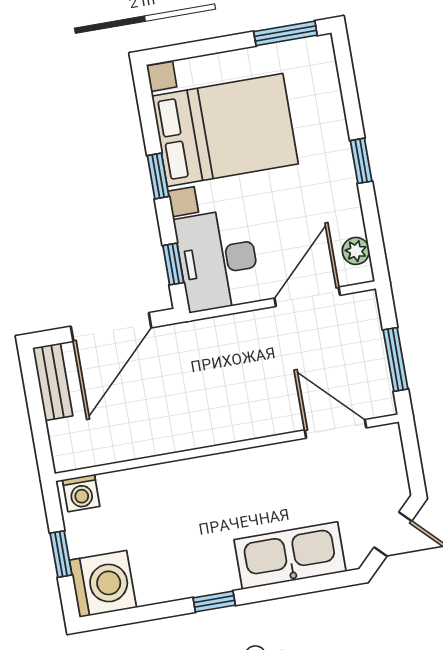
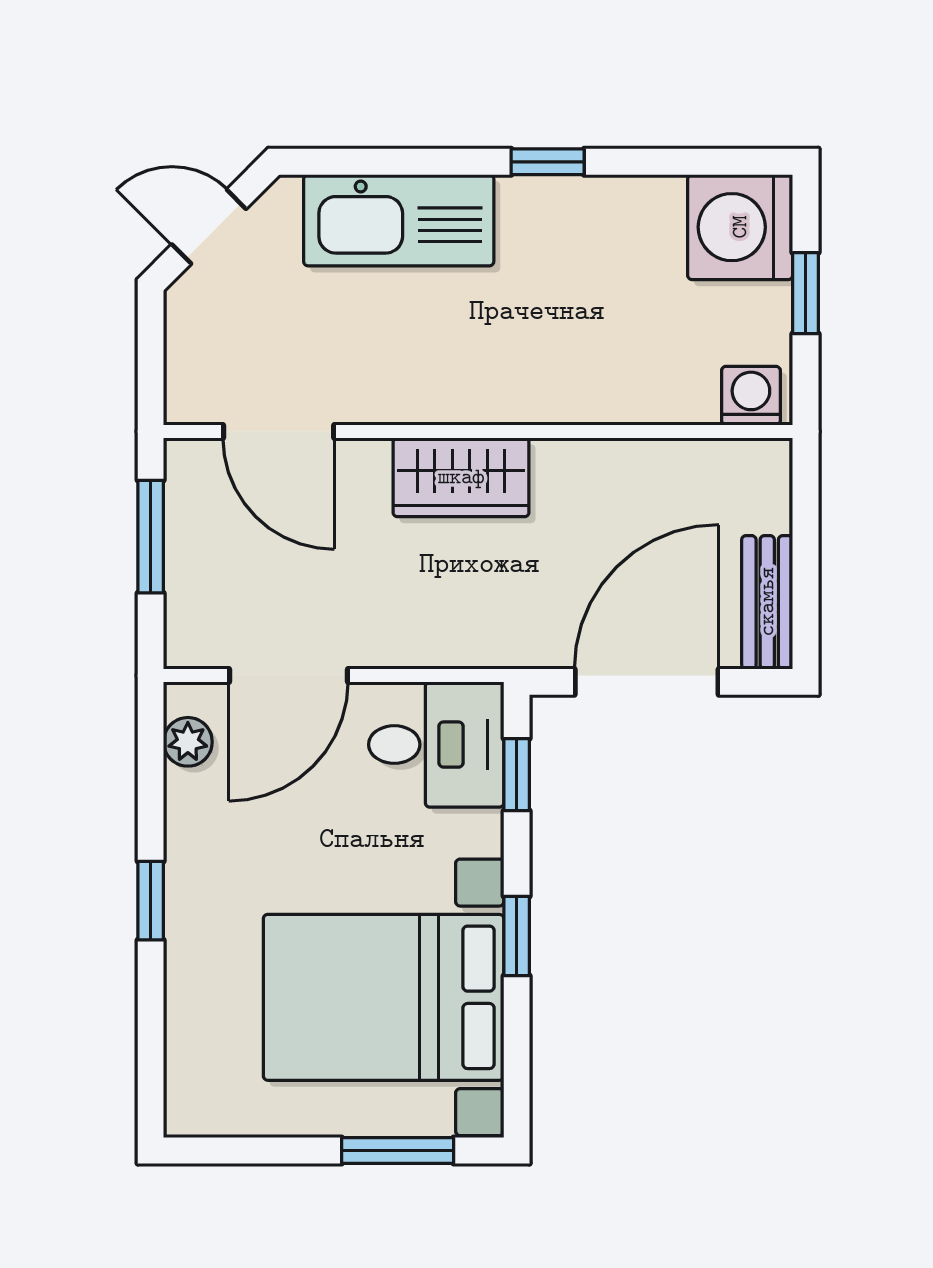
window: (285, 33) -> (398, 1151), moved
desk: (218, 260) -> (436, 745), width x0.73
wardrobe: (232, 421) -> (461, 477), added

